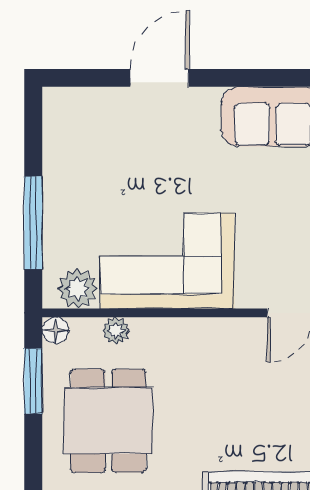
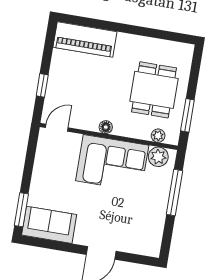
floor lamp: (55, 330) -> (106, 127), moved
plant: (116, 331) -> (158, 136), moved

